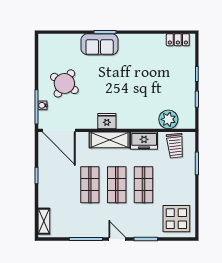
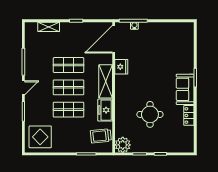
locker: (178, 40) -> (189, 115), moved
sofa: (100, 44) -> (185, 89), moved
round table: (64, 83) -> (150, 114), moved, turned -33
plant: (168, 119) -> (123, 145), moved
fridge: (107, 121) -> (121, 67), moved
shelving: (44, 221) -> (49, 27), moved

